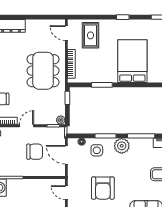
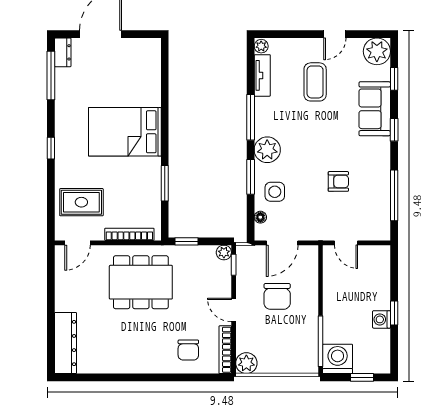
chair: (35, 152) -> (277, 296), turned 180
armchair: (103, 188) -> (338, 181), width x0.53, depth x0.53
door: (66, 193) -> (346, 243), hinge flipped

